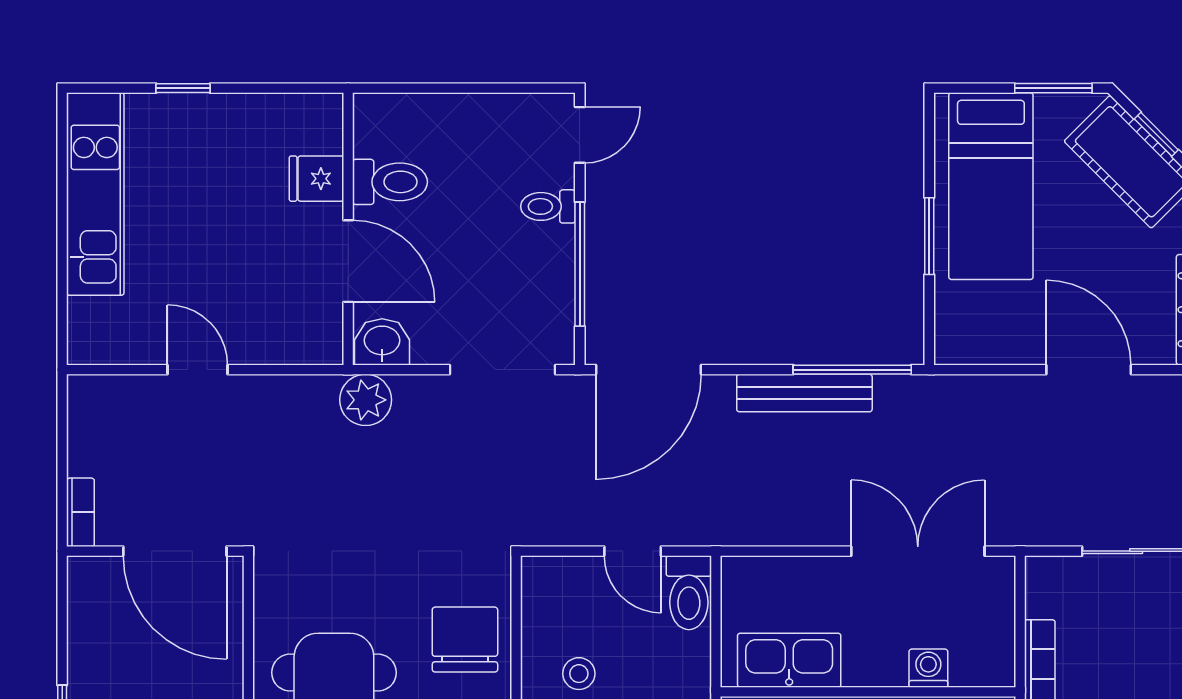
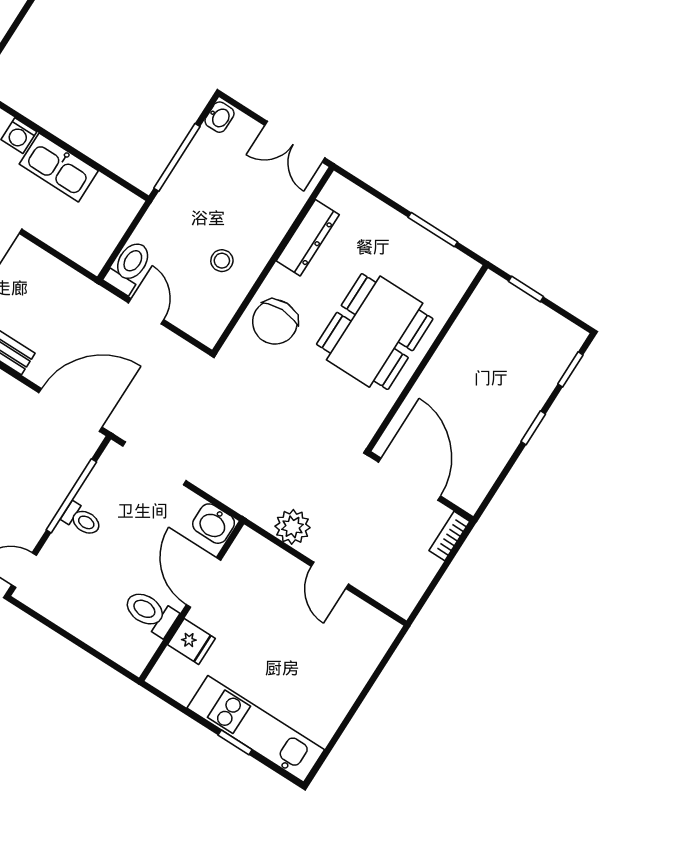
kitchen unit: (95, 194) -> (256, 729), moved, turned 90
toilet: (548, 206) -> (82, 520), moved
plant: (366, 400) -> (293, 527), moved
kitchen sink: (789, 660) -> (59, 167), moved

